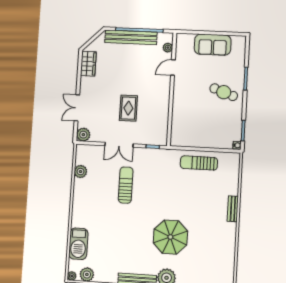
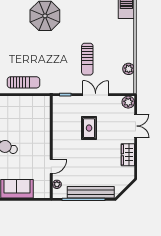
wardrobe: (88, 64) -> (128, 155), moved

